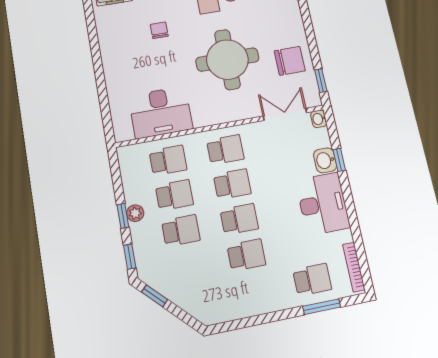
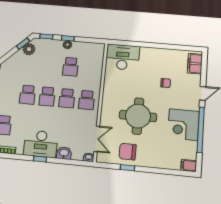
chair: (290, 61) -> (128, 152), turned 90
window: (321, 81) -> (128, 168), moved
desk: (161, 112) -> (122, 57), moved, turned 90
school desk: (168, 160) -> (90, 68), removed
window: (339, 160) -> (40, 159), moved
school desk: (181, 231) -> (51, 65), removed
plant: (162, 281) -> (29, 49), added

